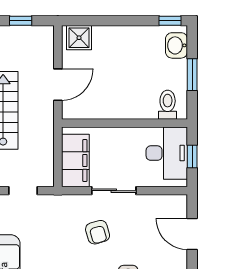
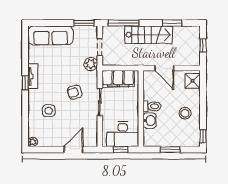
washbasin: (177, 45) -> (150, 121), moved, turned 90
stool: (132, 50) -> (185, 113), added
toilet: (168, 105) -> (152, 106), moved
plant: (51, 205) -> (91, 64), added

